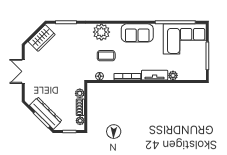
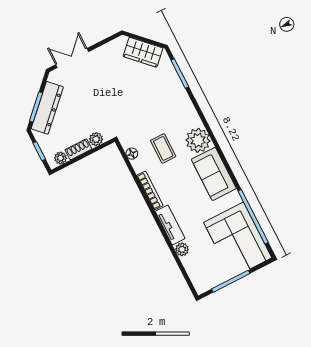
plant: (101, 32) -> (198, 140), moved
double door: (23, 71) -> (72, 58), moved

